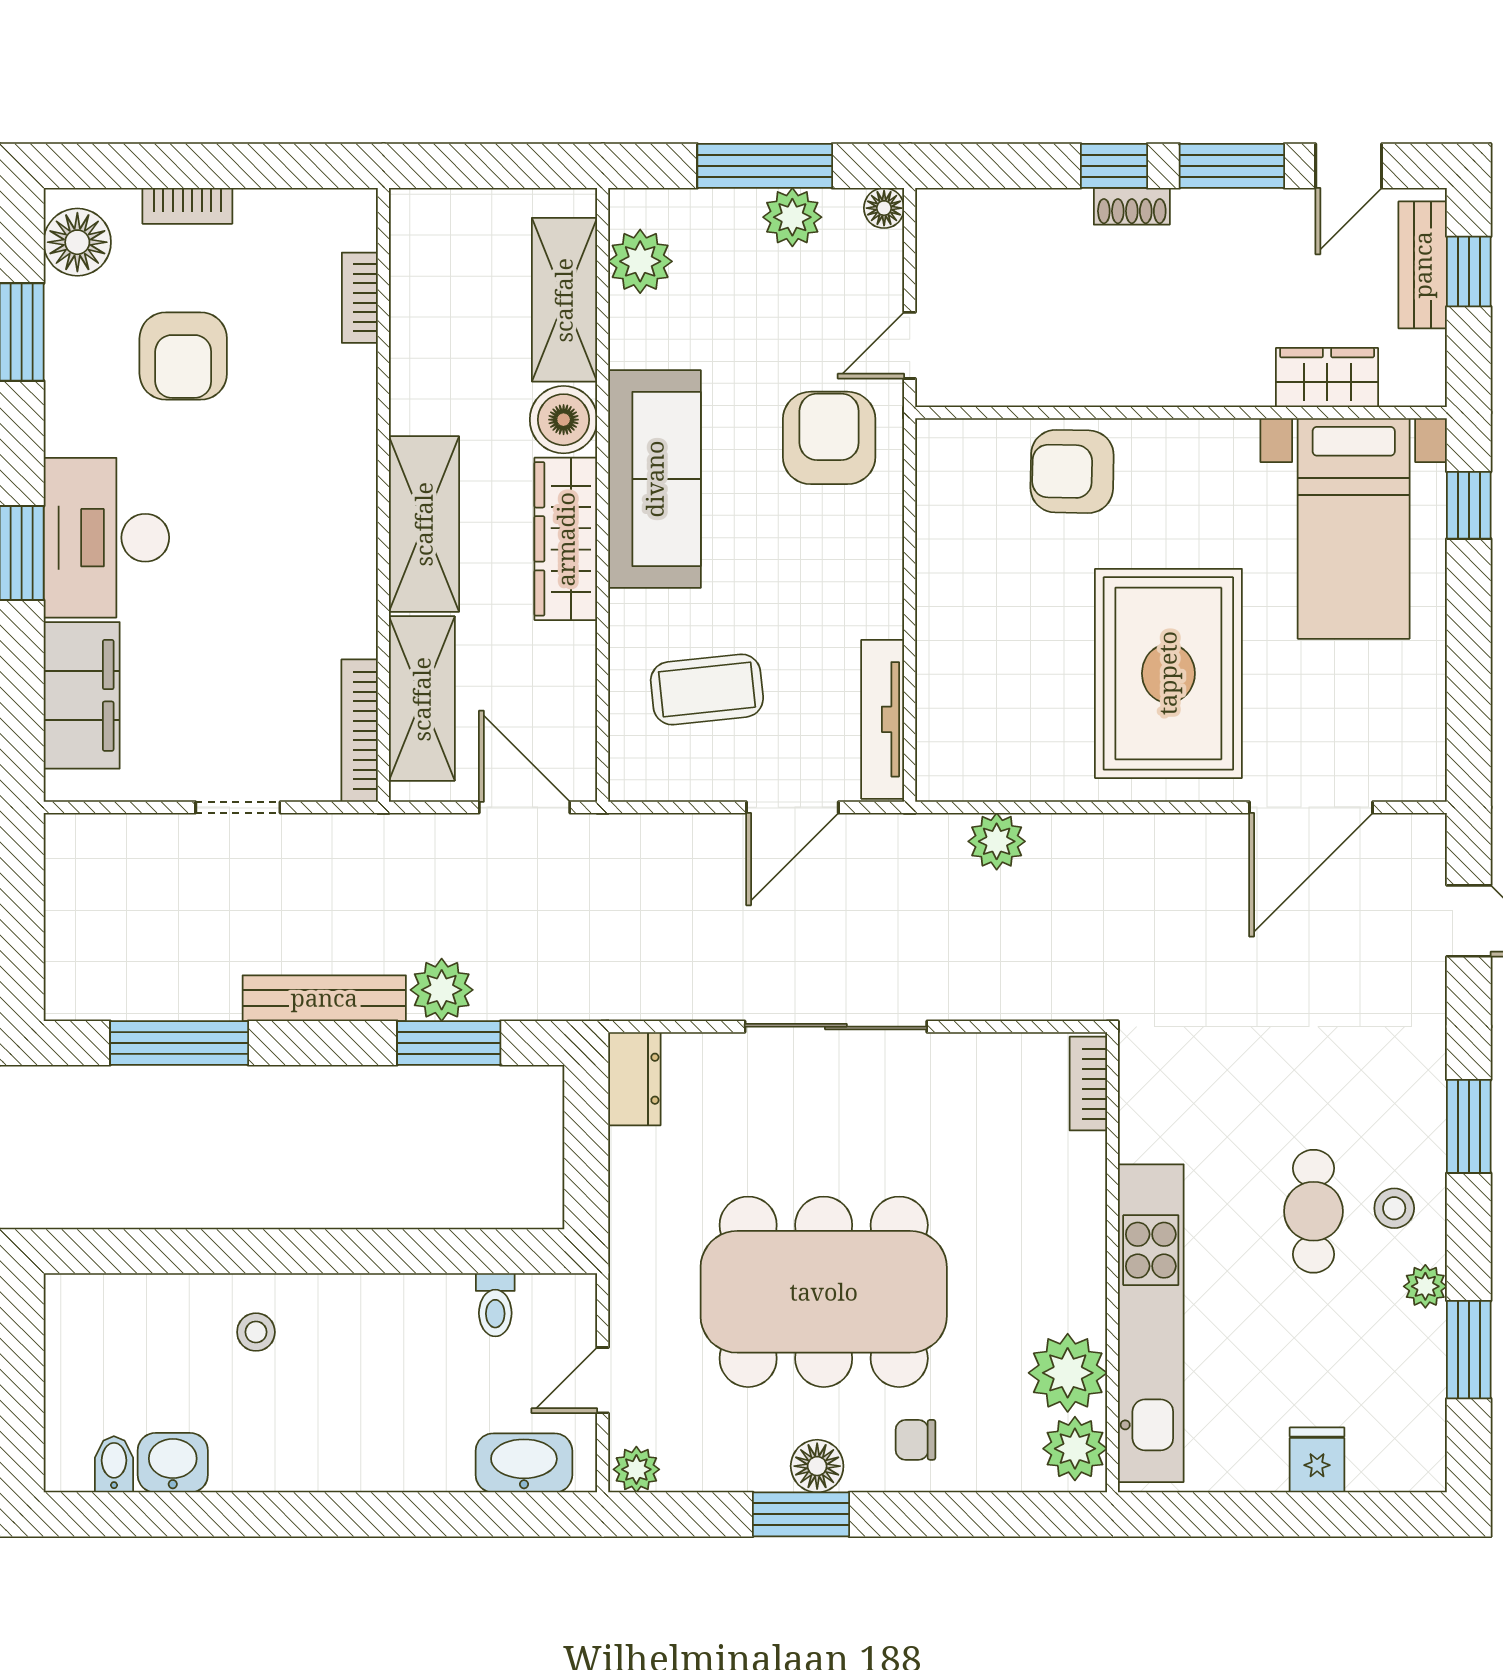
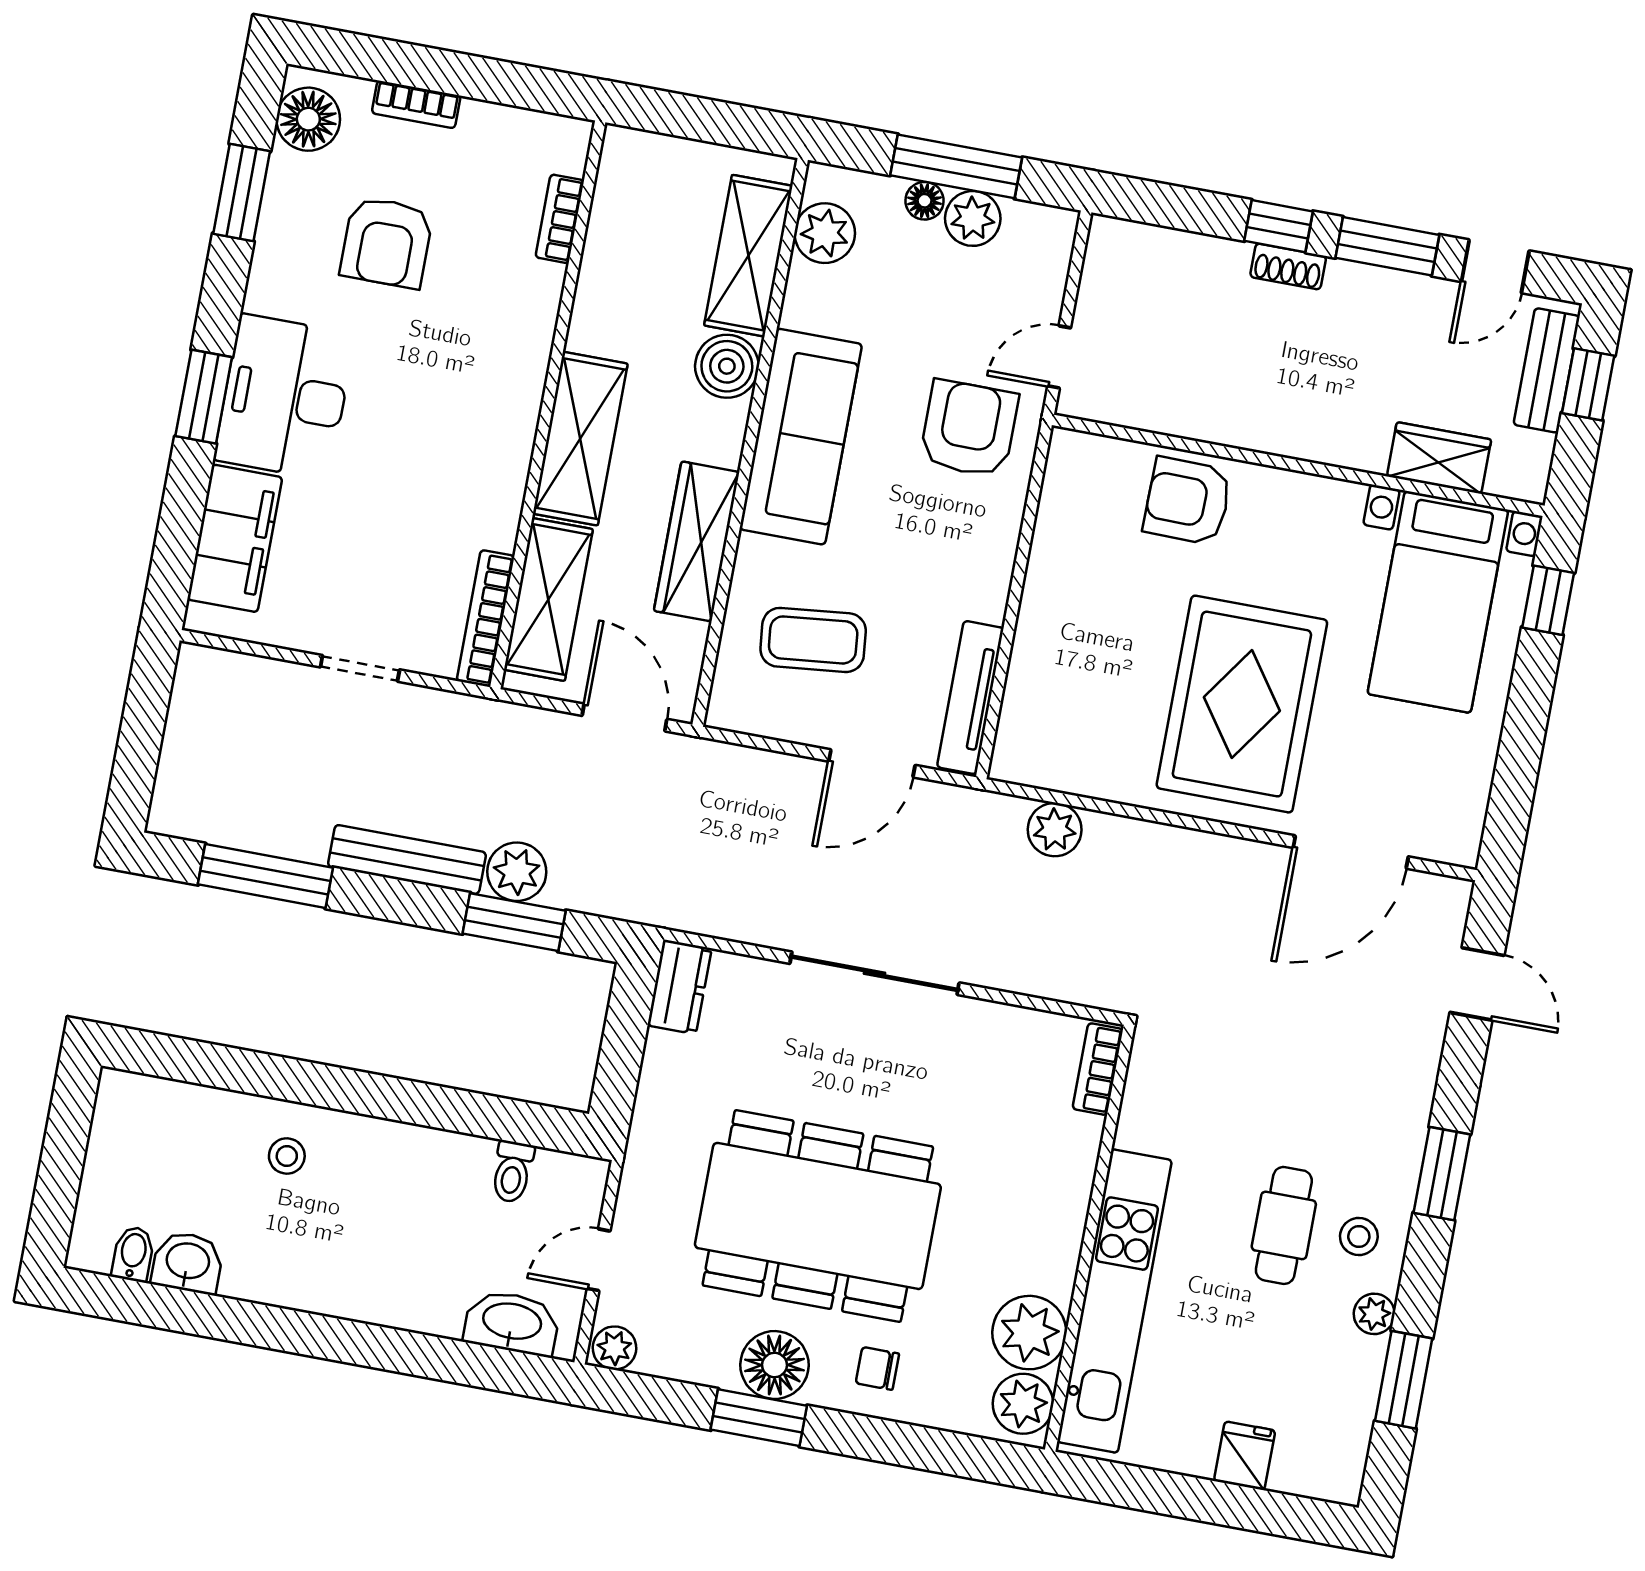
floor lamp: (884, 208) -> (925, 201), moved
wardrobe: (566, 539) -> (697, 541), moved
floor lamp: (817, 1466) -> (774, 1365), width x1.38, depth x1.38

